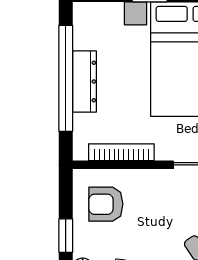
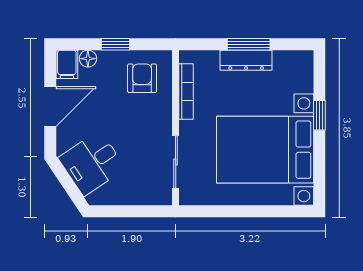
window: (66, 78) -> (249, 44), width x0.47

